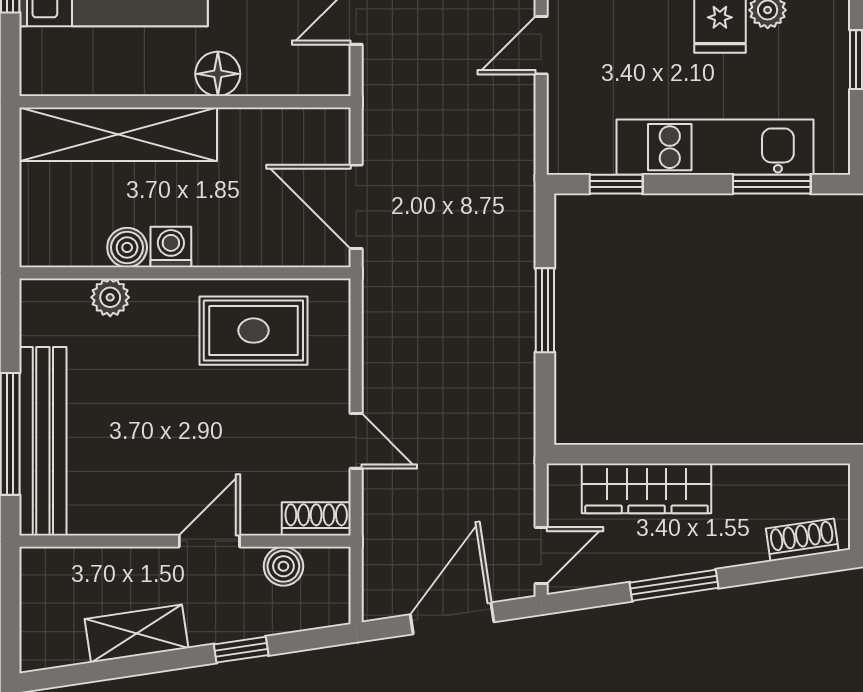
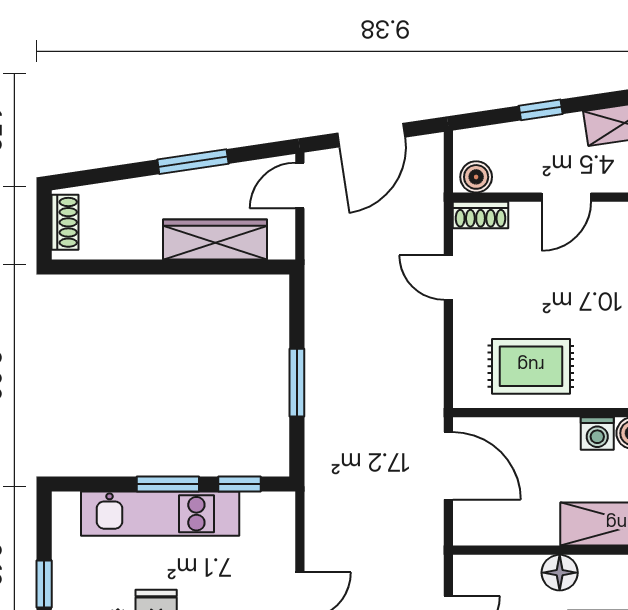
window: (772, 184) -> (168, 484), moved
shoe rack: (802, 540) -> (65, 222), moved, turned -82
boiler: (283, 566) -> (476, 177), moved

